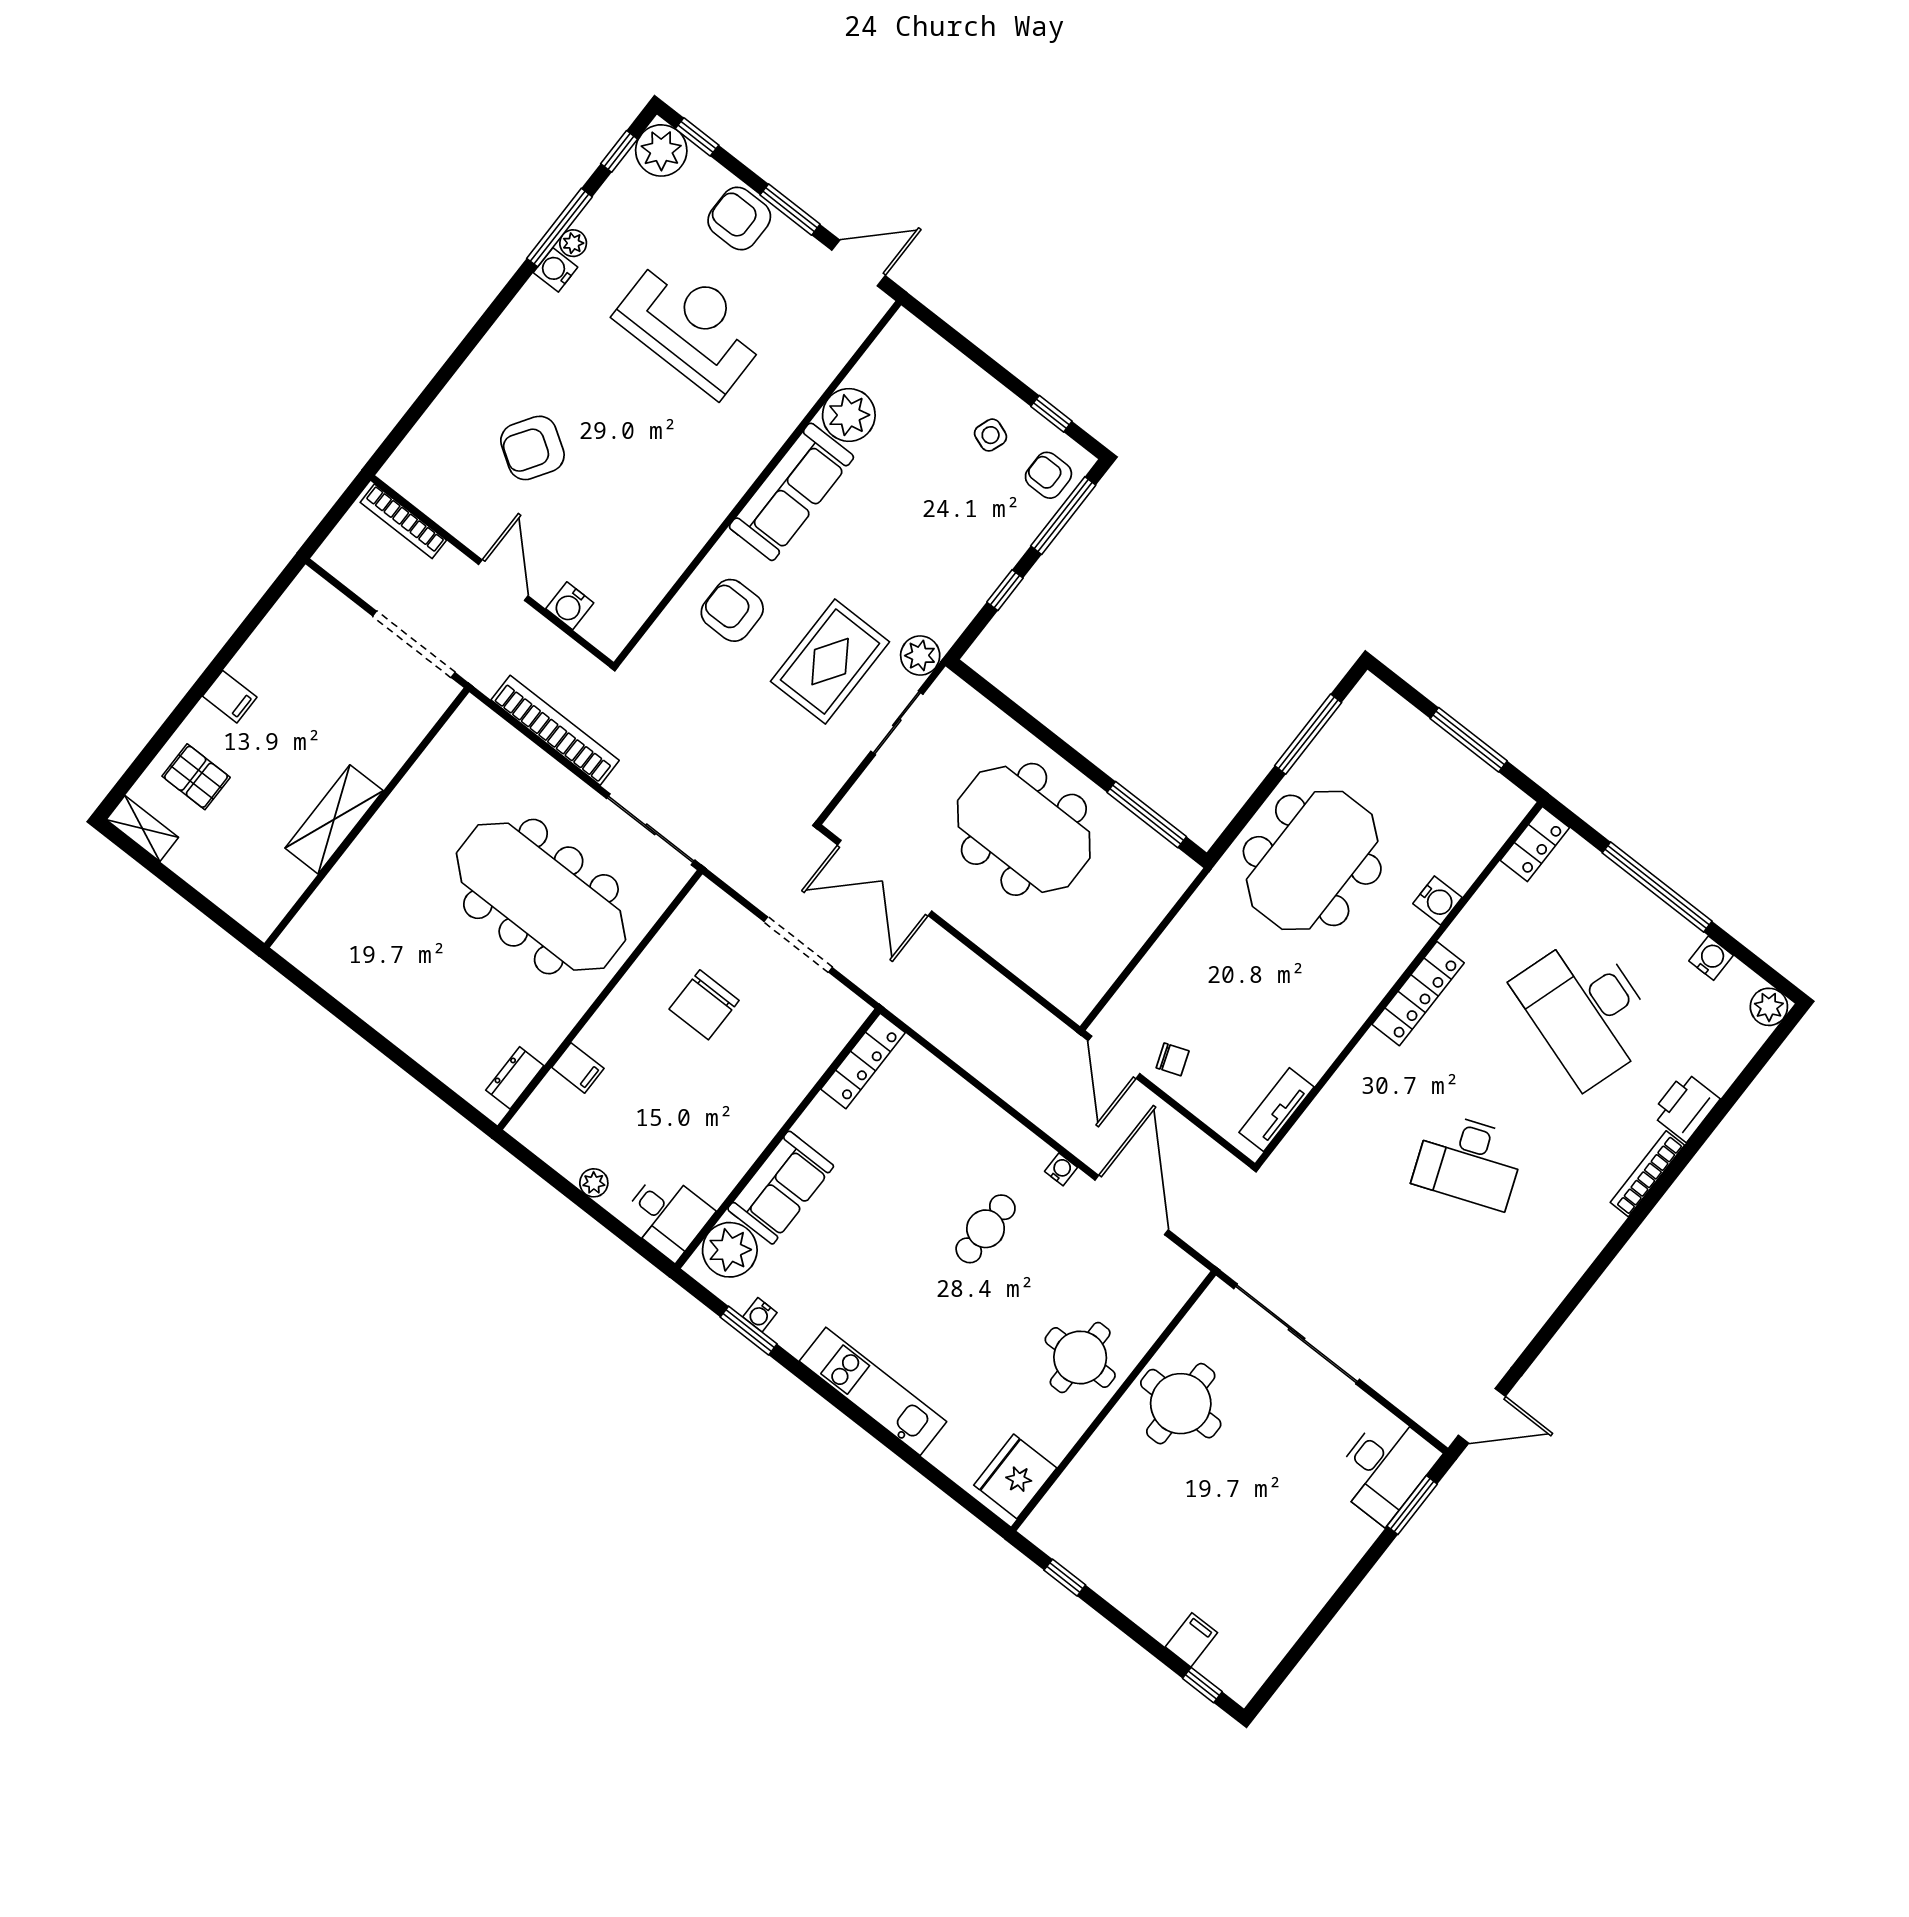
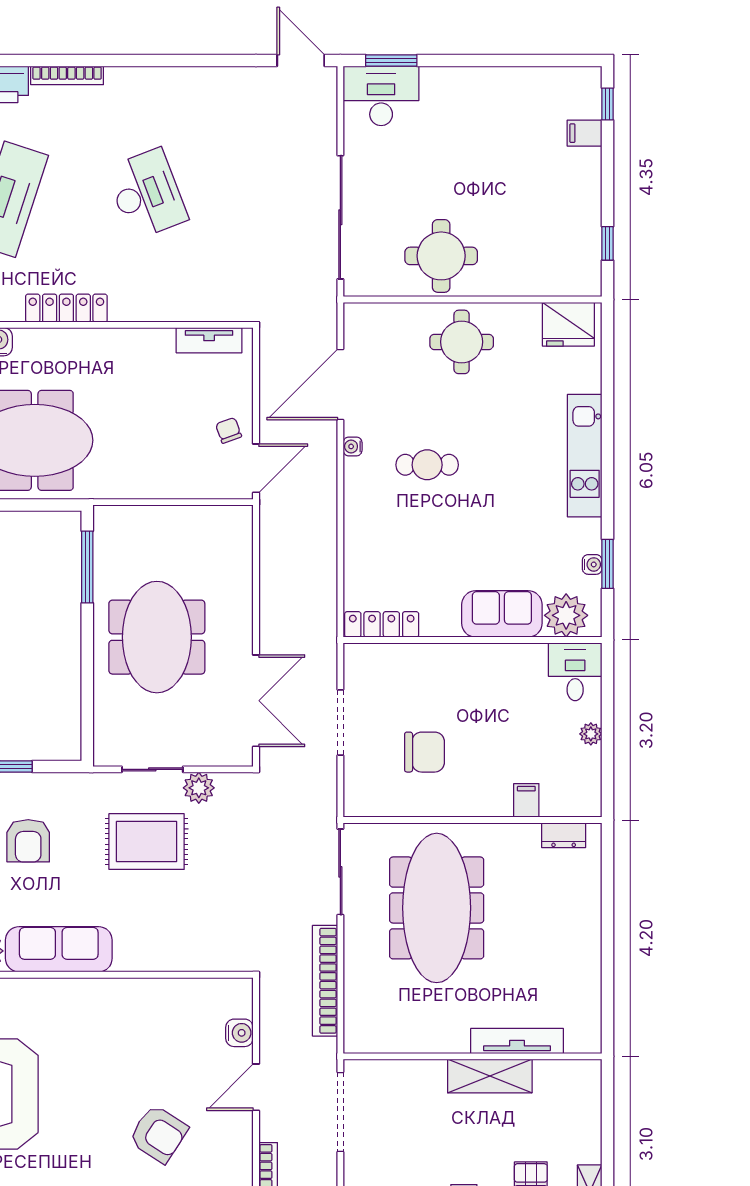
armchair: (732, 610) -> (28, 841), moved
plant: (920, 655) -> (199, 788), moved
tv unit: (348, 873) -> (517, 1041), added

